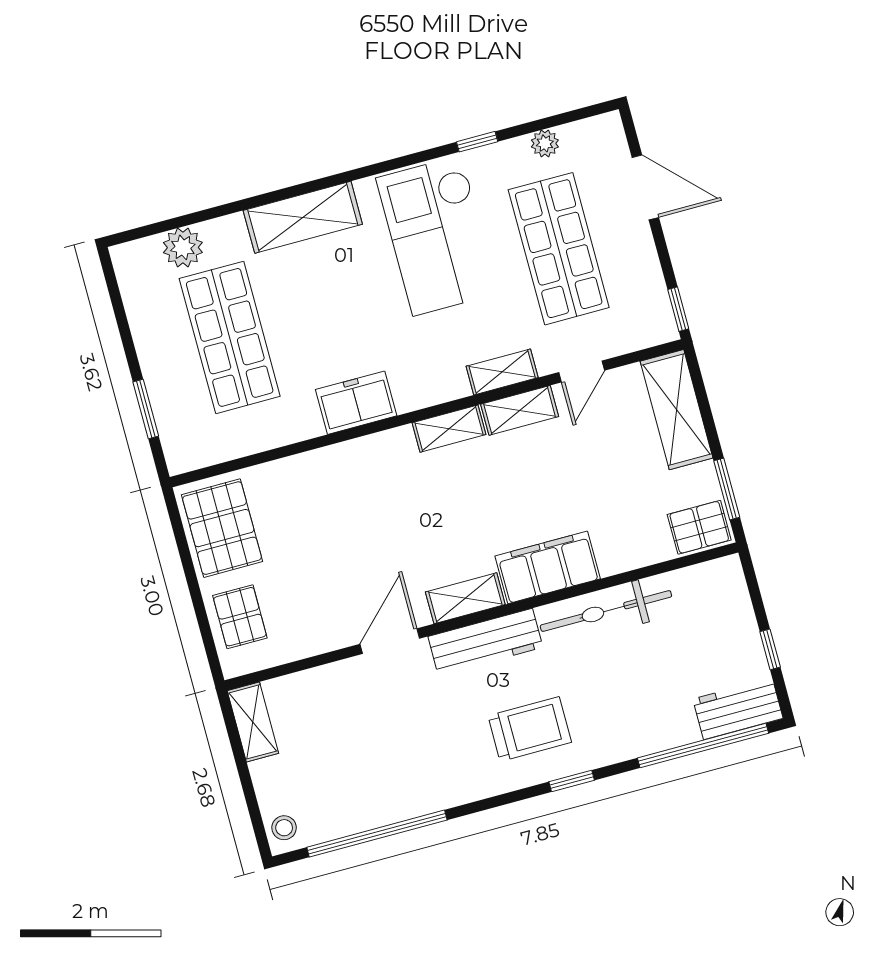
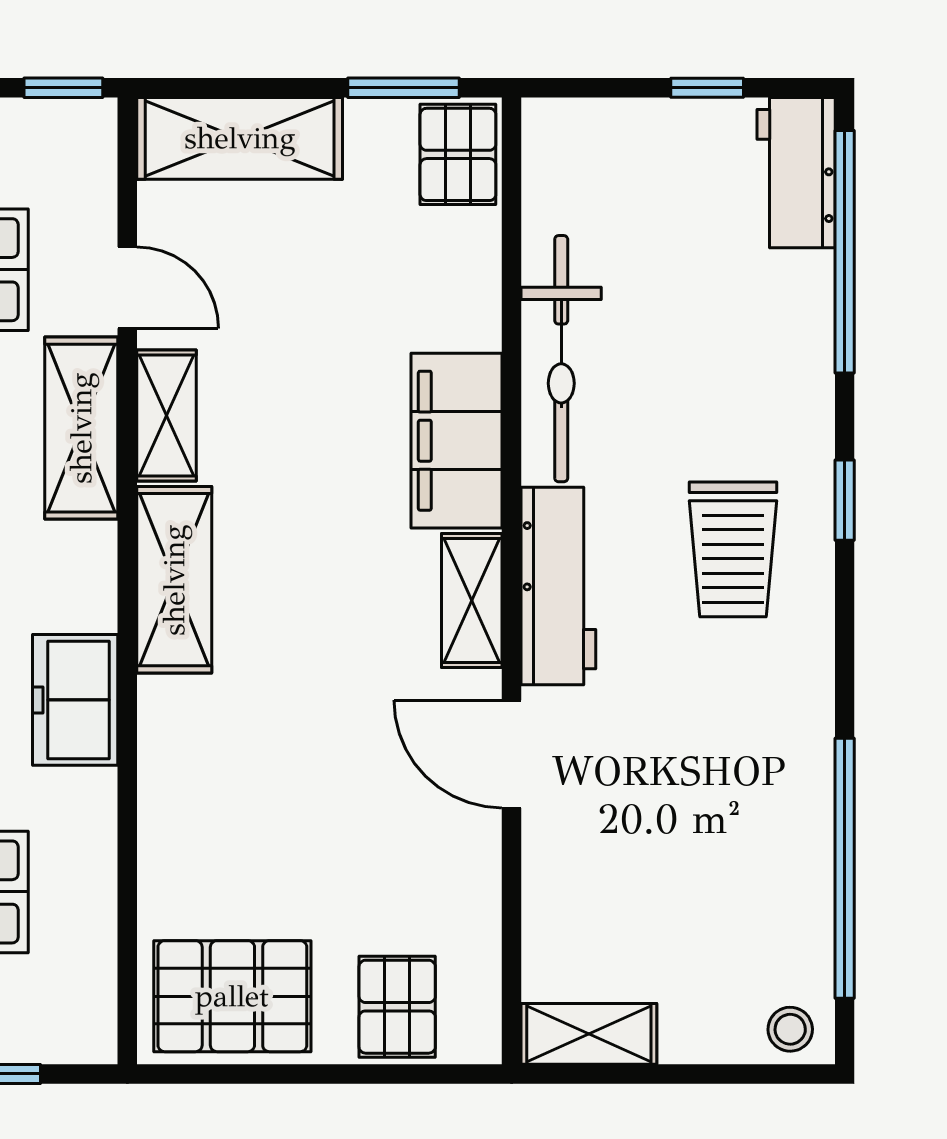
shelving: (502, 372) -> (81, 428), width x1.50, depth x1.33
shelving: (449, 429) -> (174, 580), width x1.50, depth x1.33
pallet: (240, 617) -> (397, 1007), turned 90
trolley: (530, 729) -> (733, 549), turned 180

